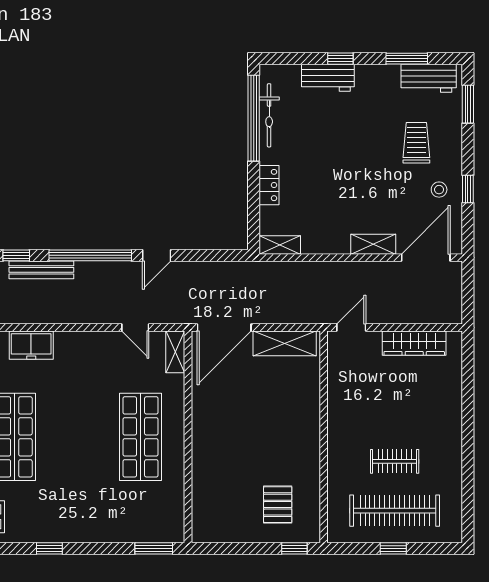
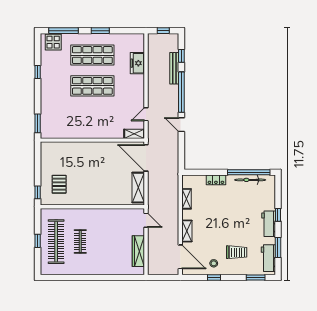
workbench: (328, 78) -> (269, 224), moved
shelving: (280, 245) -> (187, 199), moved
shop shelf: (141, 437) -> (92, 86), moved
pallet: (278, 505) -> (59, 184), turned 90

